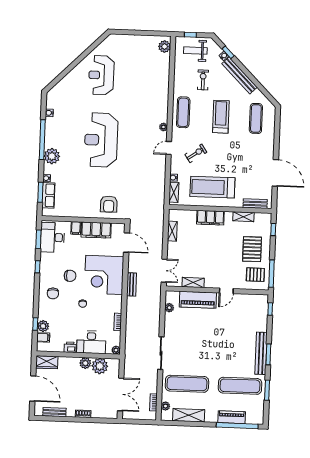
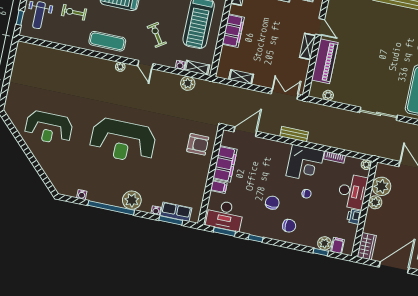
plant: (164, 47) -> (188, 83), moved
corner desk: (104, 275) -> (305, 163), moved, width x0.74, depth x0.74
shelving: (193, 282) -> (308, 46), moved

